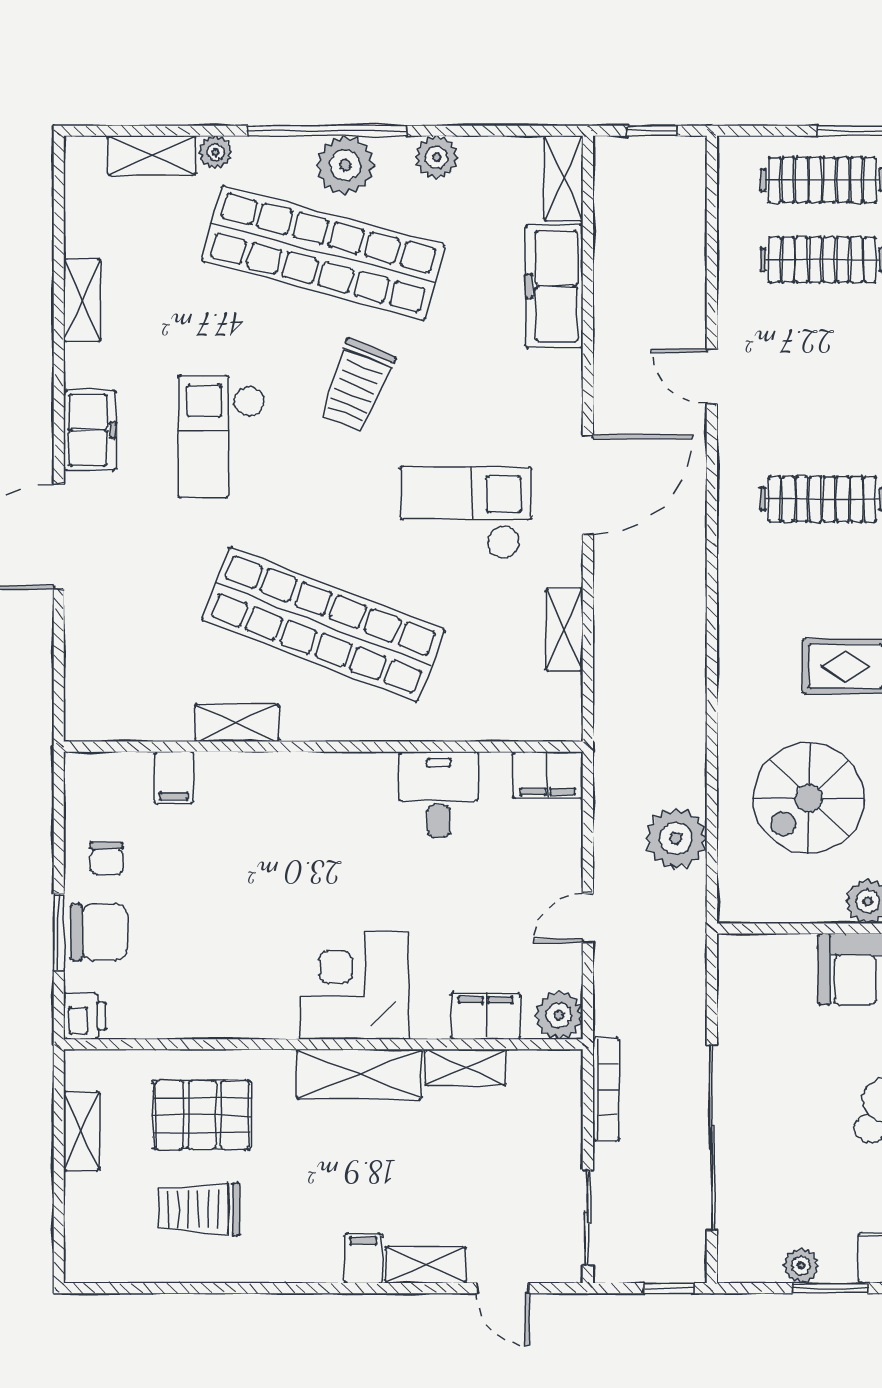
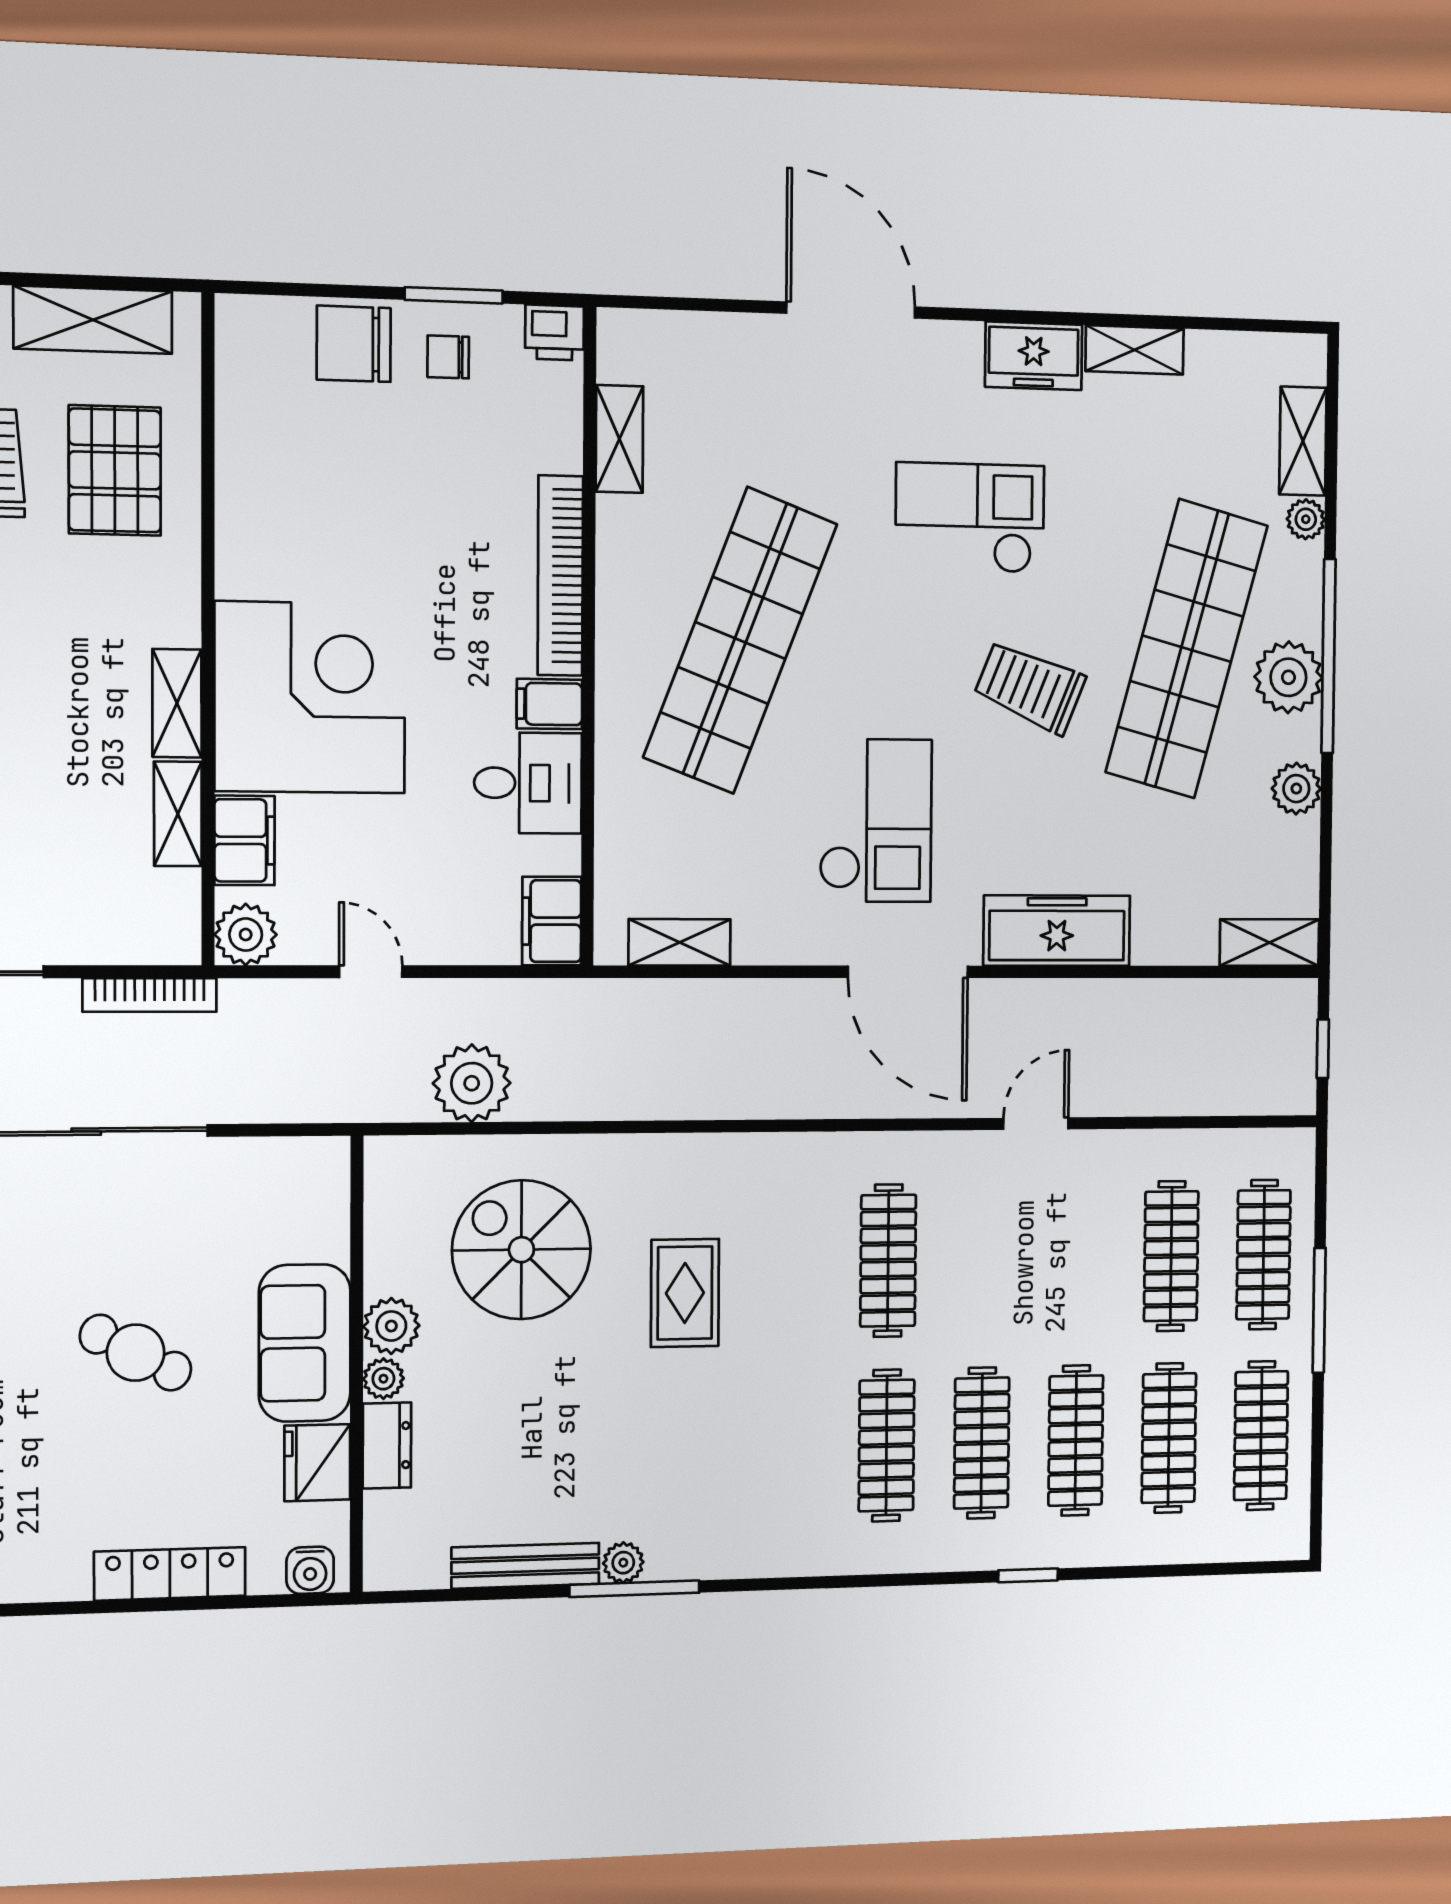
freezer: (554, 286) -> (1057, 931), moved
freezer: (90, 430) -> (1034, 356), moved
shelving: (564, 630) -> (679, 942), moved
shelving: (237, 723) -> (619, 439), moved
bookcase: (275, 769) -> (560, 576), added
filing cabinet: (174, 778) -> (549, 704), moved
window: (59, 932) -> (454, 295), moved
chair: (99, 932) -> (354, 344), turned 90
corner desk: (354, 985) -> (310, 698), width x1.36, depth x1.36
printer: (85, 1016) -> (555, 332), moved
shelving: (359, 1074) -> (177, 703), width x0.67, depth x0.75
shelving: (82, 1131) -> (93, 320), width x1.50, depth x1.33

